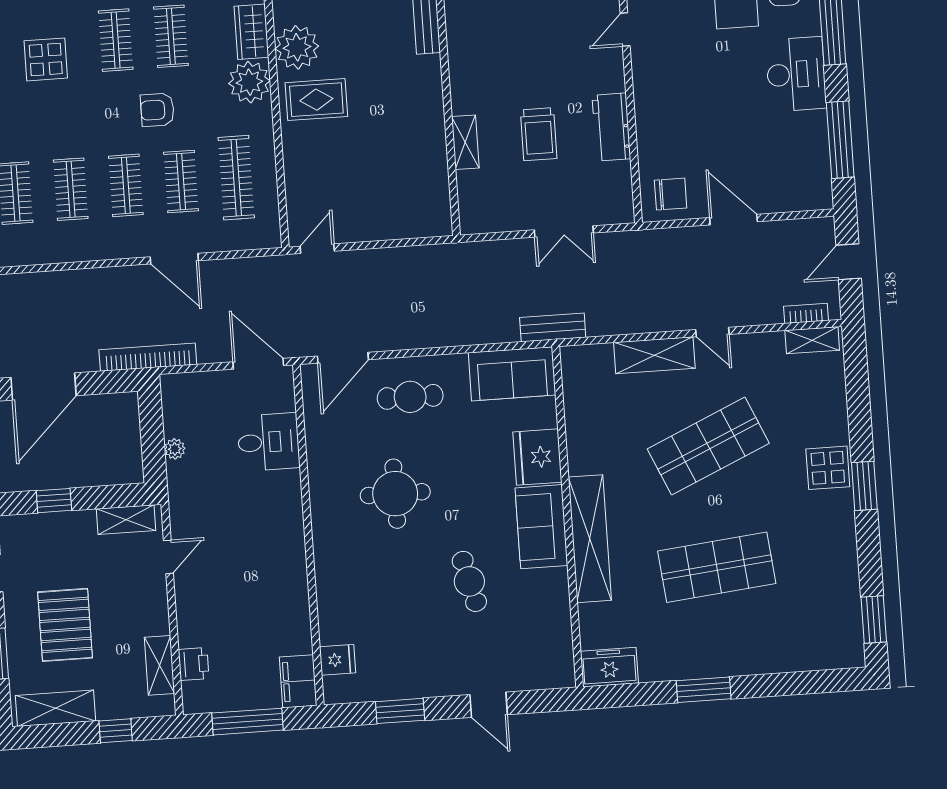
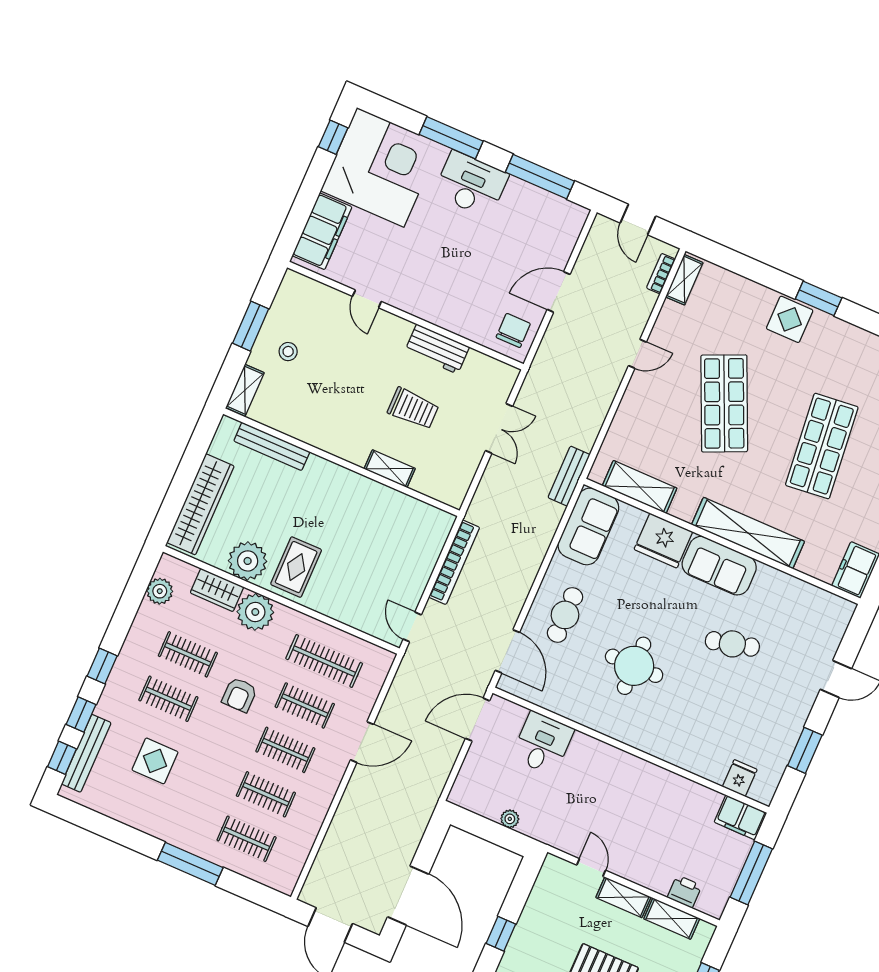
shelving: (654, 355) -> (640, 487), moved, turned 90
bookcase: (148, 357) -> (454, 562), moved, turned 180
shelving: (126, 520) -> (623, 897), moved, turned 90

